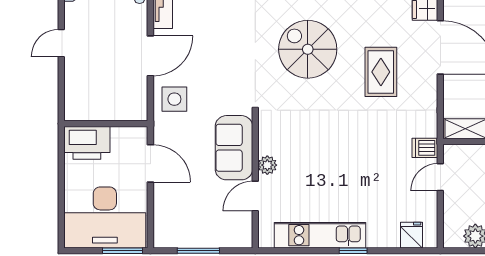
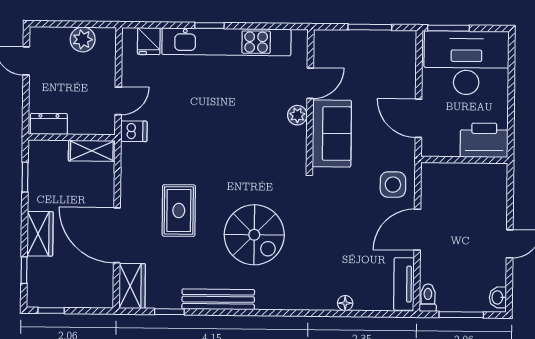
kitchen unit: (320, 235) -> (226, 42), width x1.36

